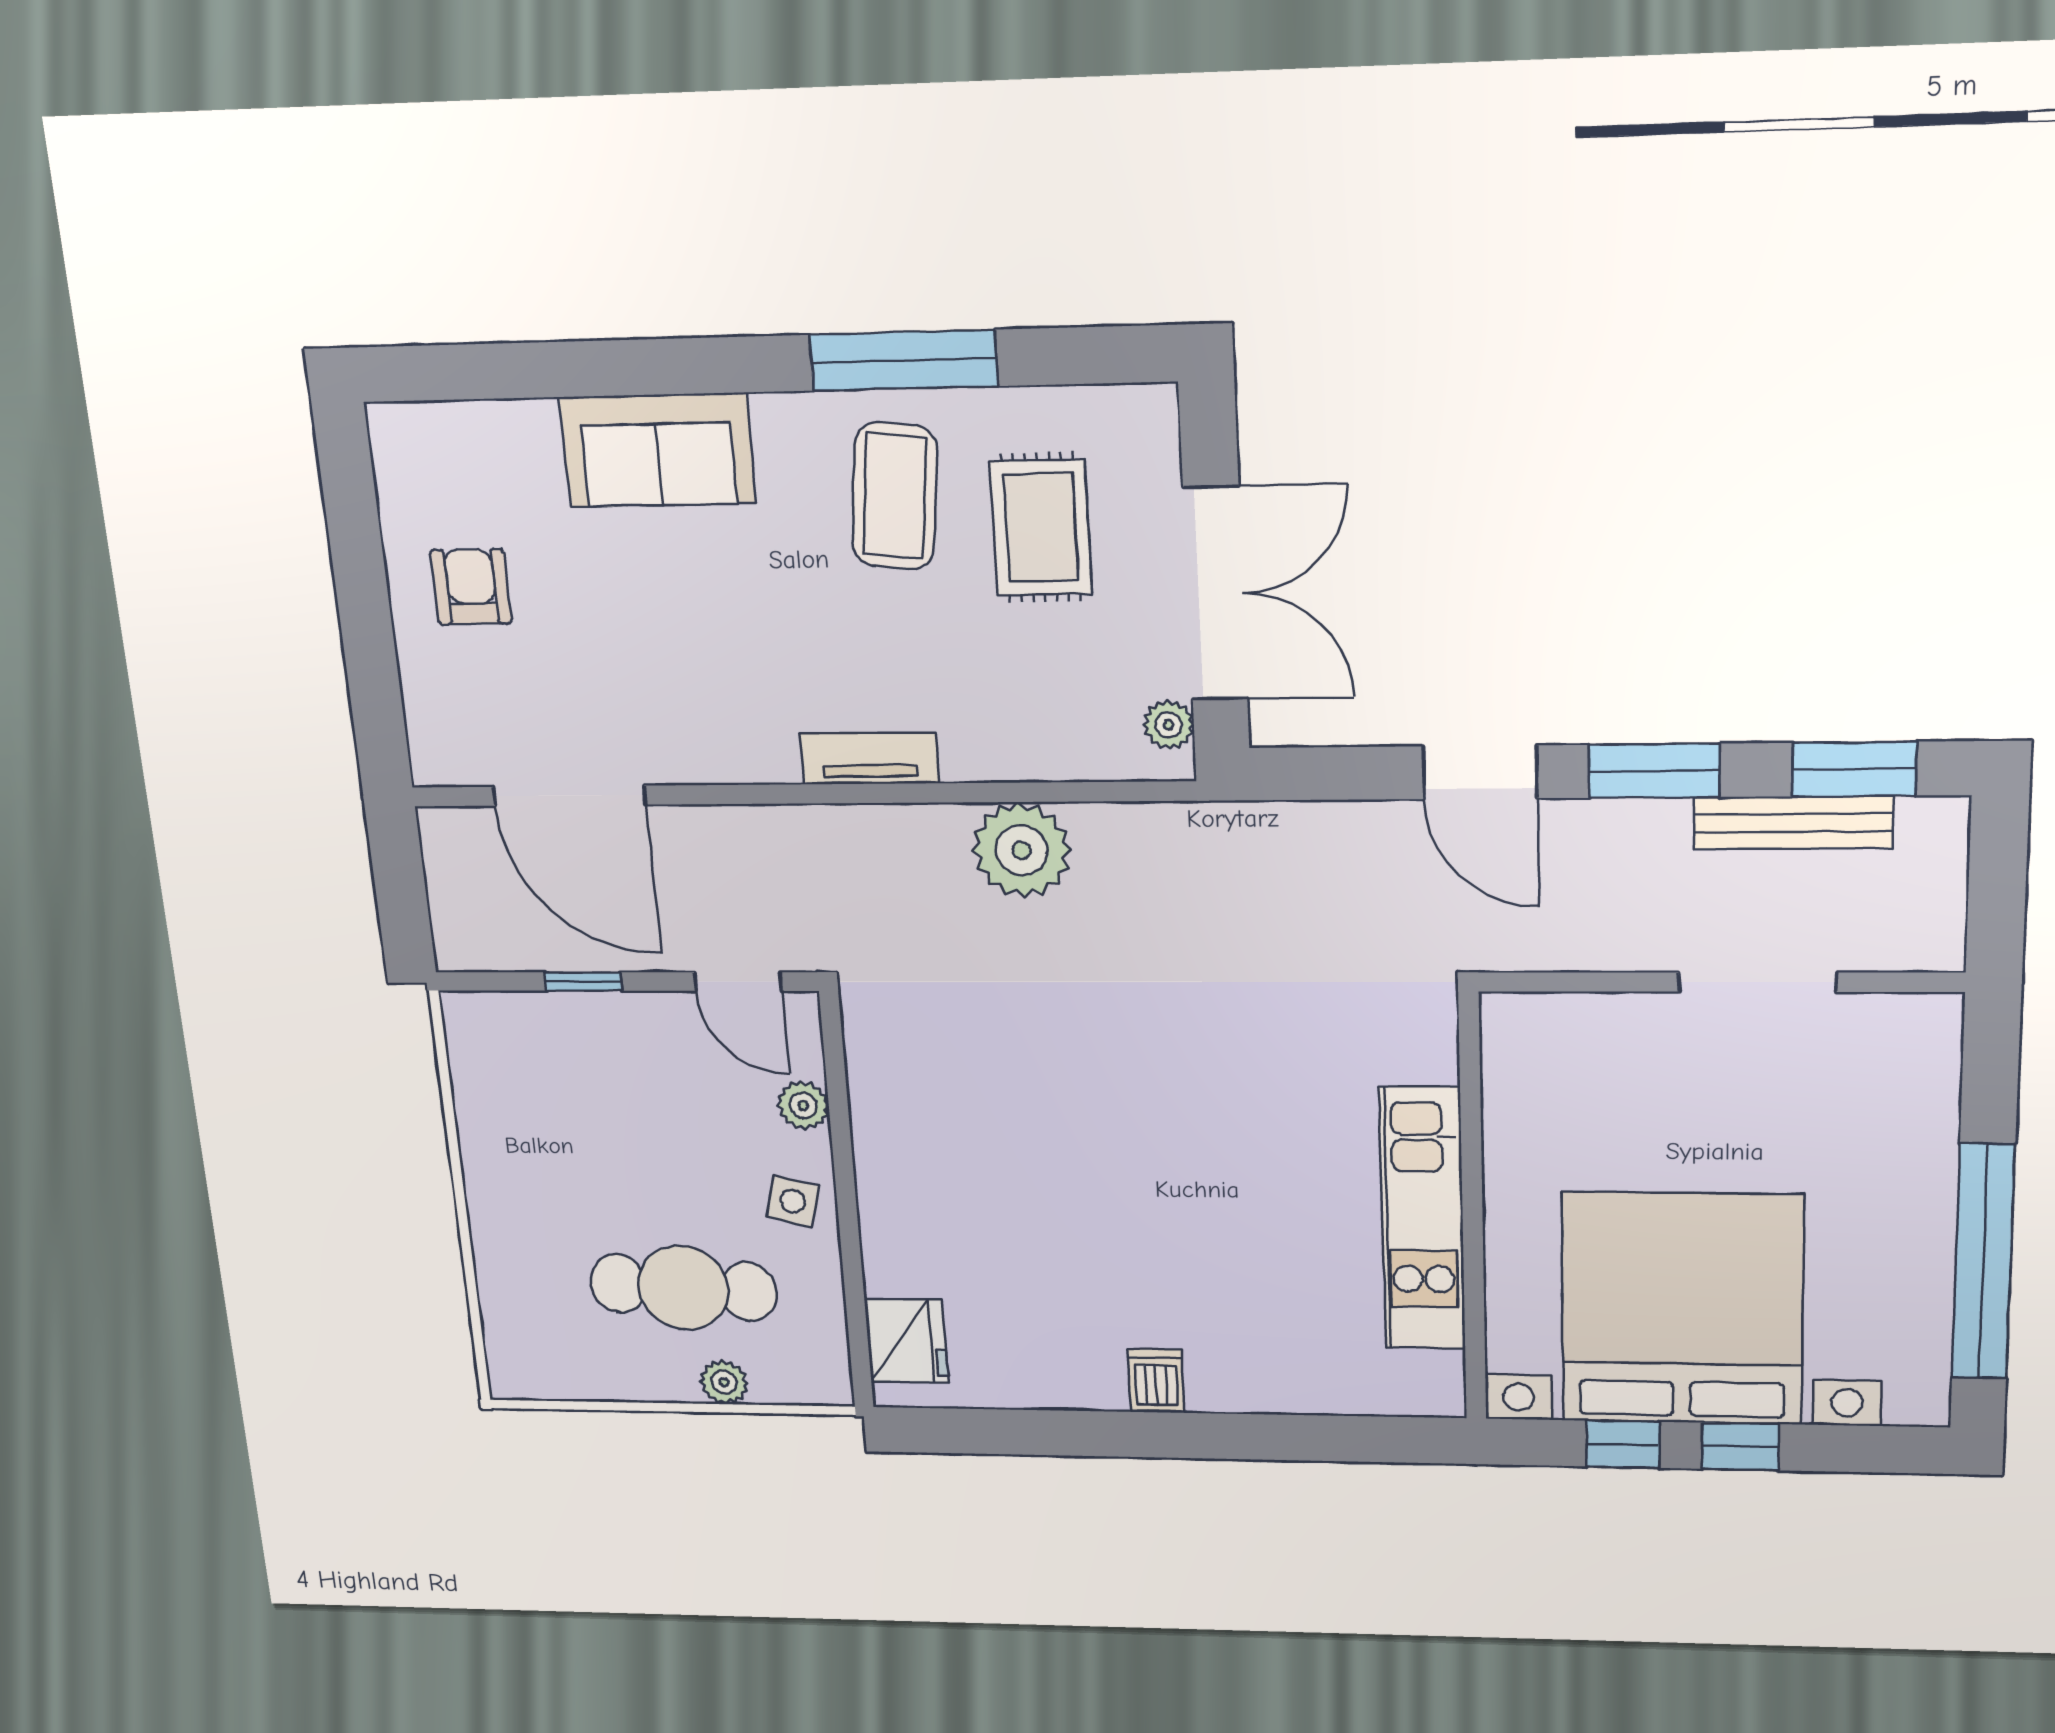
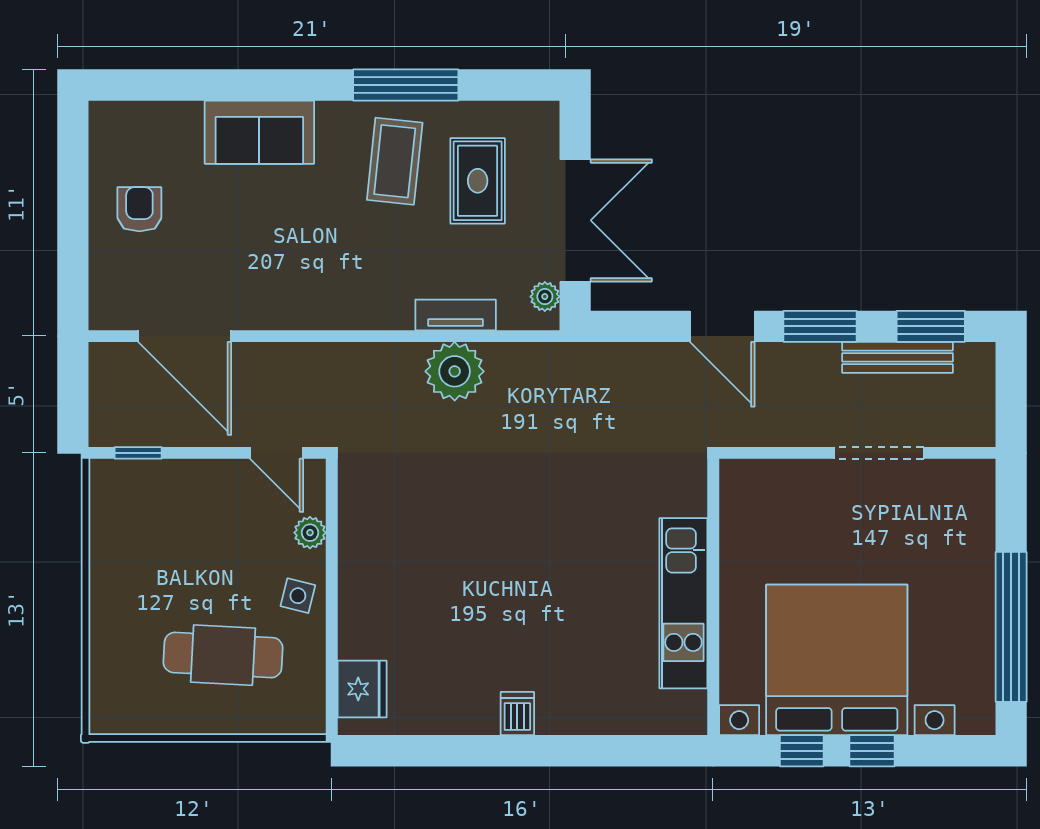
tv unit: (870, 758) -> (456, 315), moved
window: (583, 982) -> (138, 453), moved
plant: (724, 1382) -> (243, 720), removed

